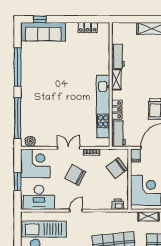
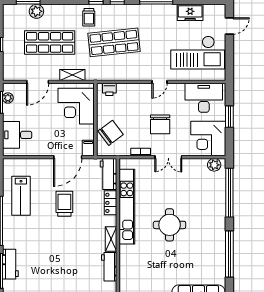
round table: (67, 91) -> (170, 225), added
chair: (75, 175) -> (160, 124), turned 62

